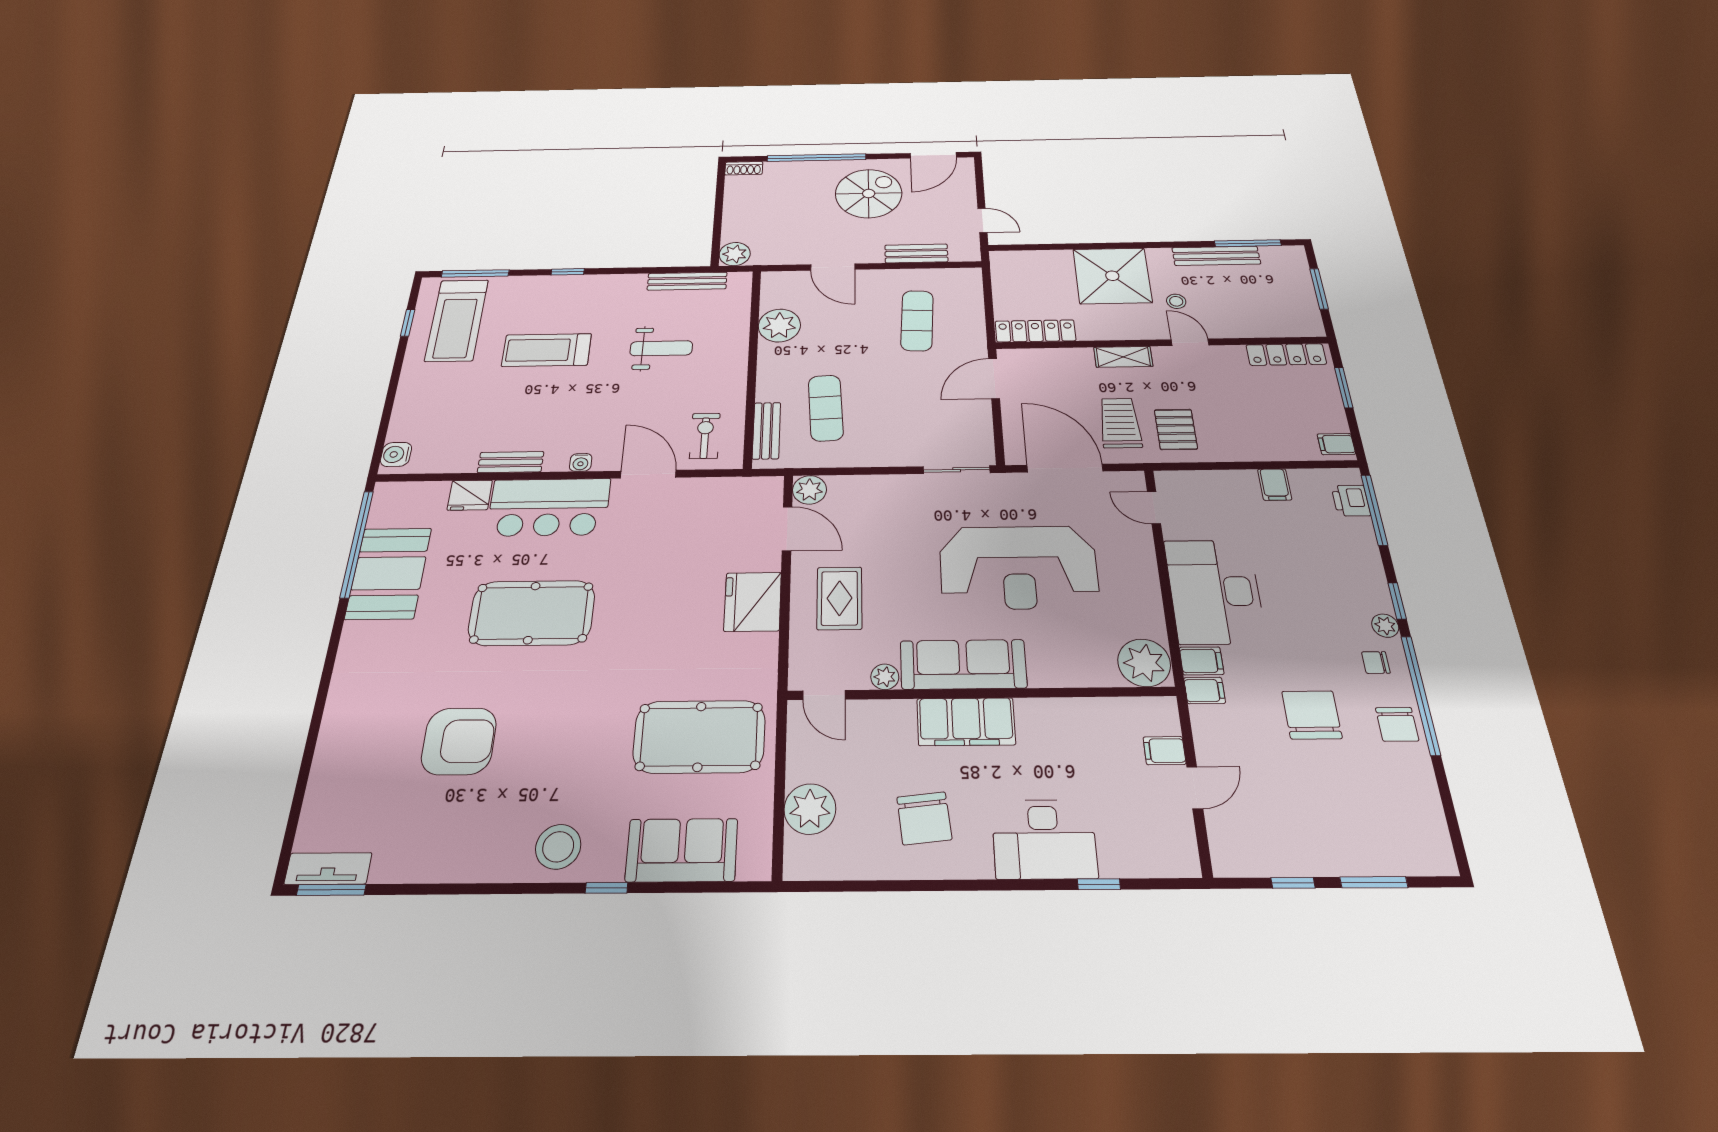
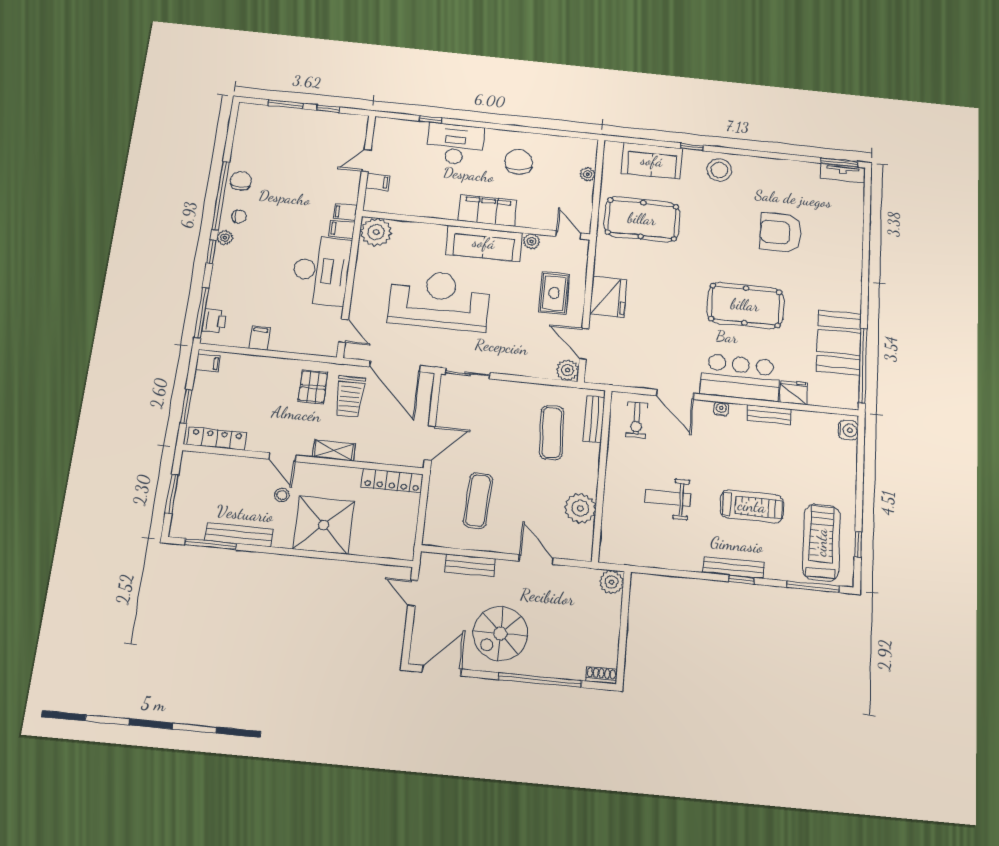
bench: (687, 281) -> (734, 567), moved
chair: (1312, 715) -> (288, 192), removed
plant: (810, 809) -> (588, 174), width x0.53, depth x0.53

